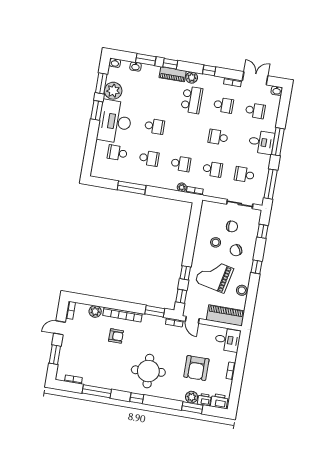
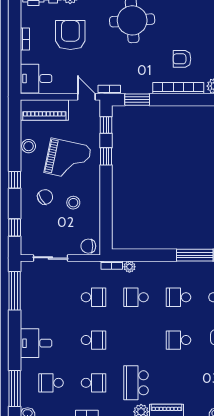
school desk: (224, 105) -> (93, 383), turned 180
window: (278, 142) -> (15, 388), moved
school desk: (213, 169) -> (93, 297), turned 180
school desk: (244, 175) -> (51, 297), removed
chair: (232, 226) -> (88, 246), moved

